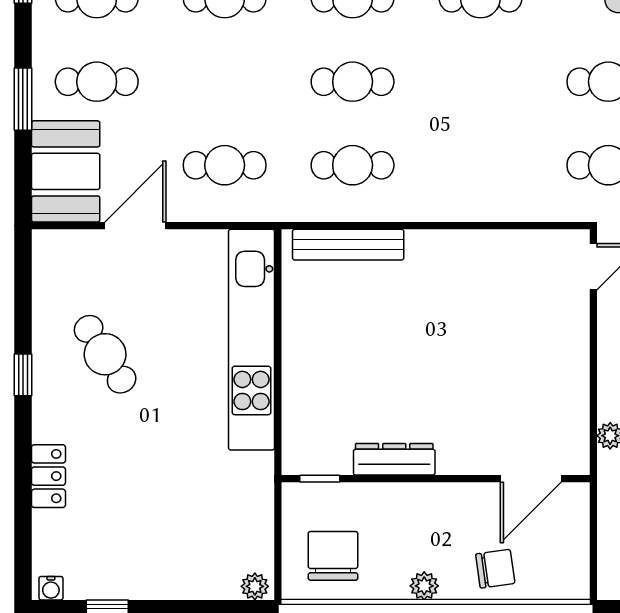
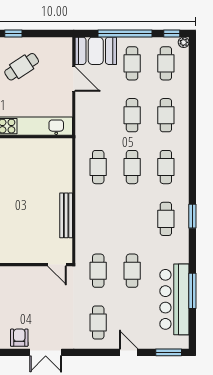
window: (23, 99) -> (125, 33), width x2.11
cafe table: (225, 165) -> (132, 115), moved
bench: (348, 245) -> (66, 215), moved

